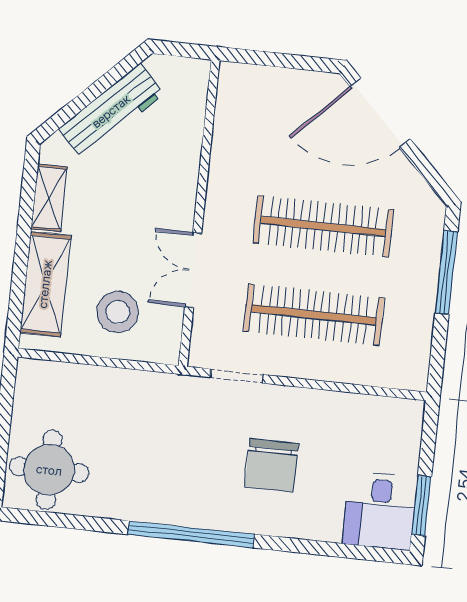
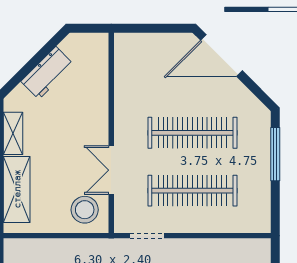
workbench: (111, 111) -> (47, 73), width x0.73
stool: (118, 312) -> (85, 210), moved

